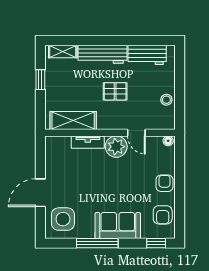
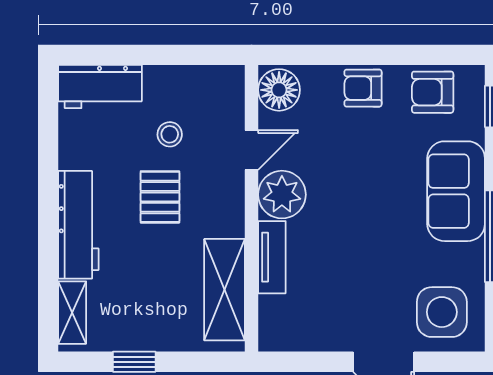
workbench: (147, 55) -> (100, 87), moved, turned 90
stool: (166, 100) -> (170, 134), moved
floor lamp: (168, 141) -> (279, 90), width x1.89, depth x1.89
armchair: (163, 215) -> (433, 92), turned 180

